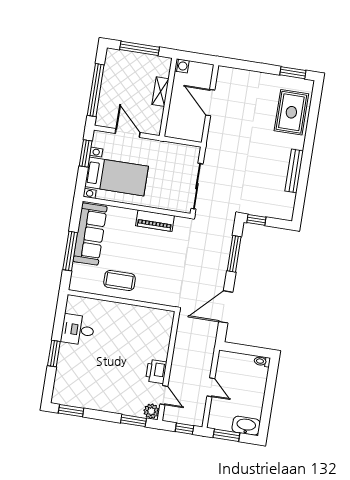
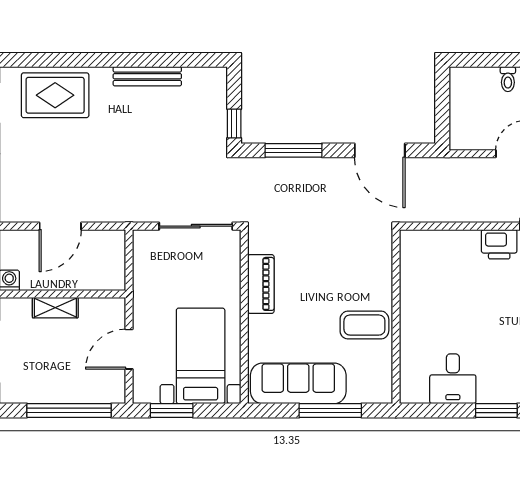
coffee table: (120, 280) -> (364, 325), turned 90
toilet: (262, 361) -> (508, 79), moved

